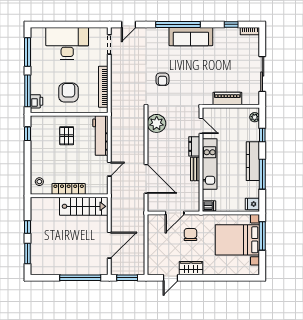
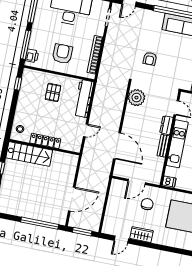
stairs: (84, 206) -> (29, 154), moved

